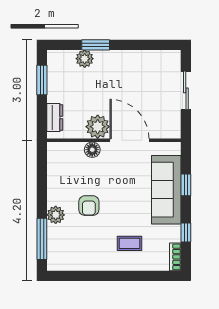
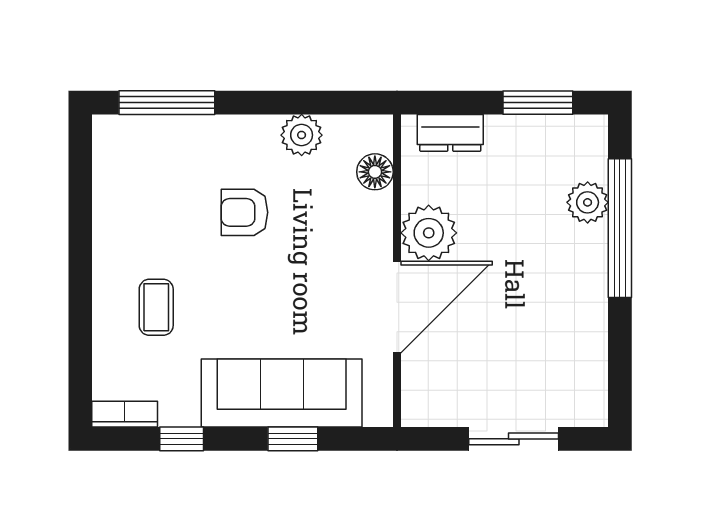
window: (96, 45) -> (620, 228), width x2.11
floor lamp: (92, 150) -> (375, 172), moved
plant: (56, 215) -> (302, 135), moved

